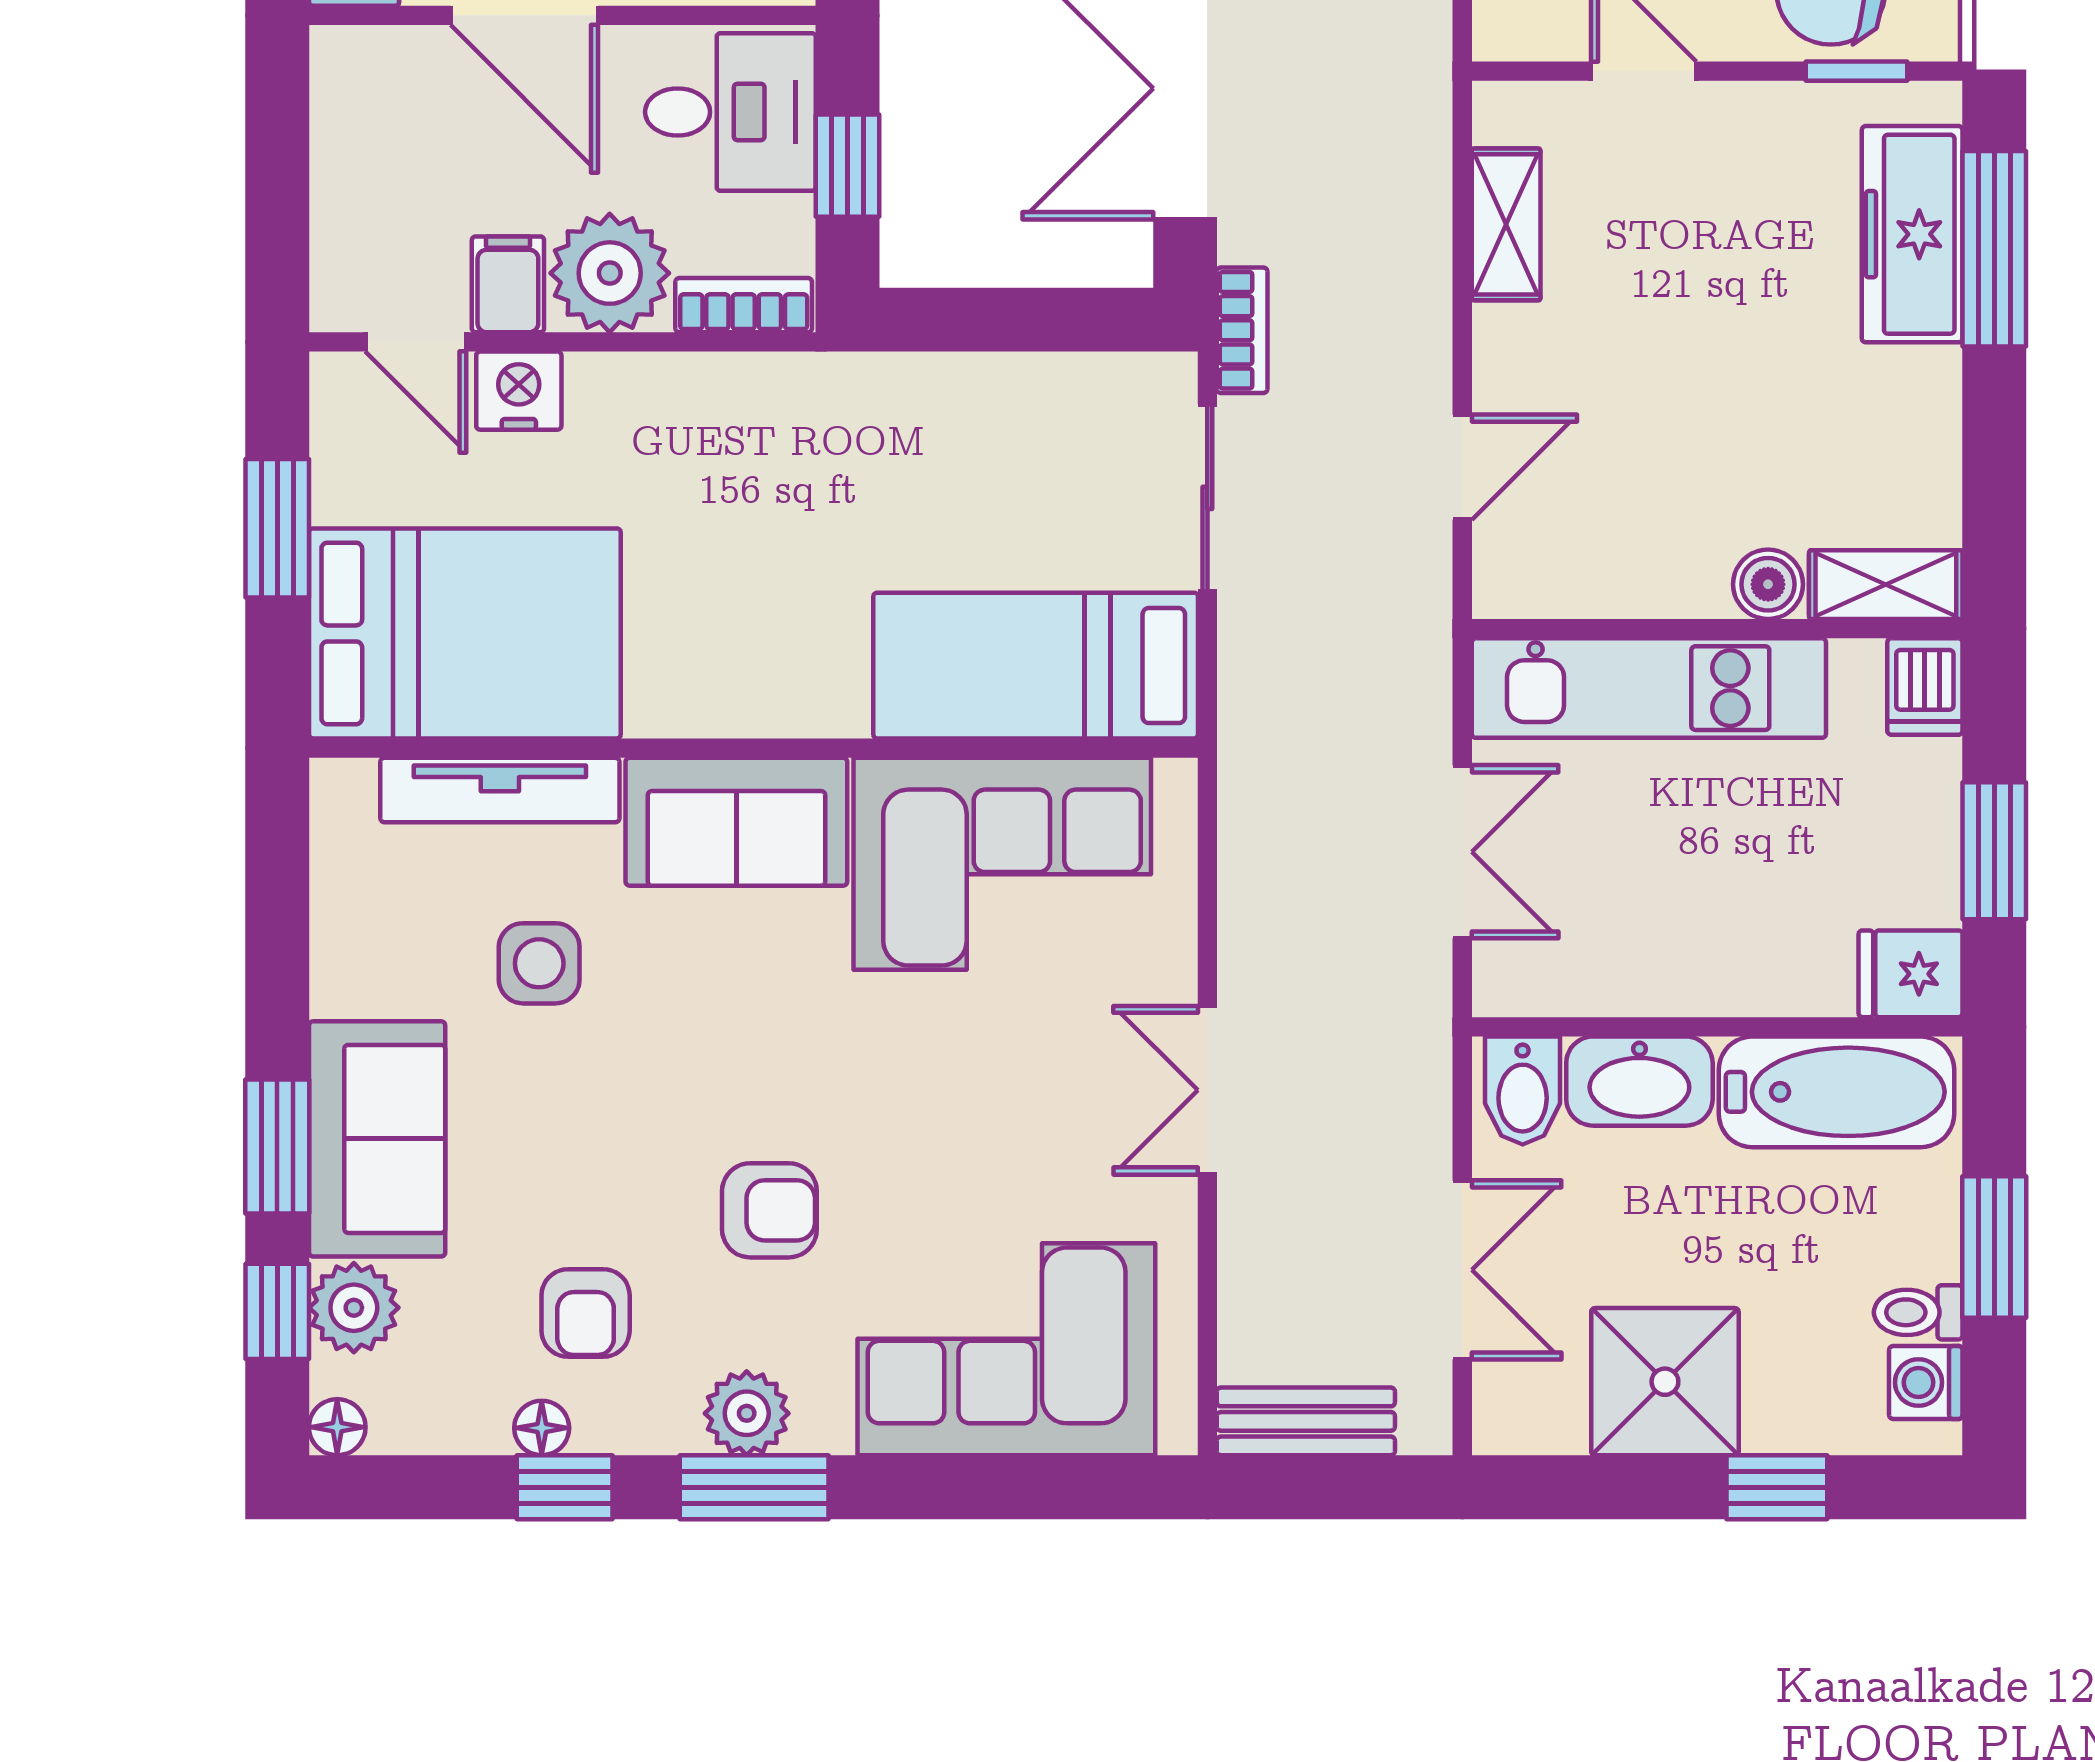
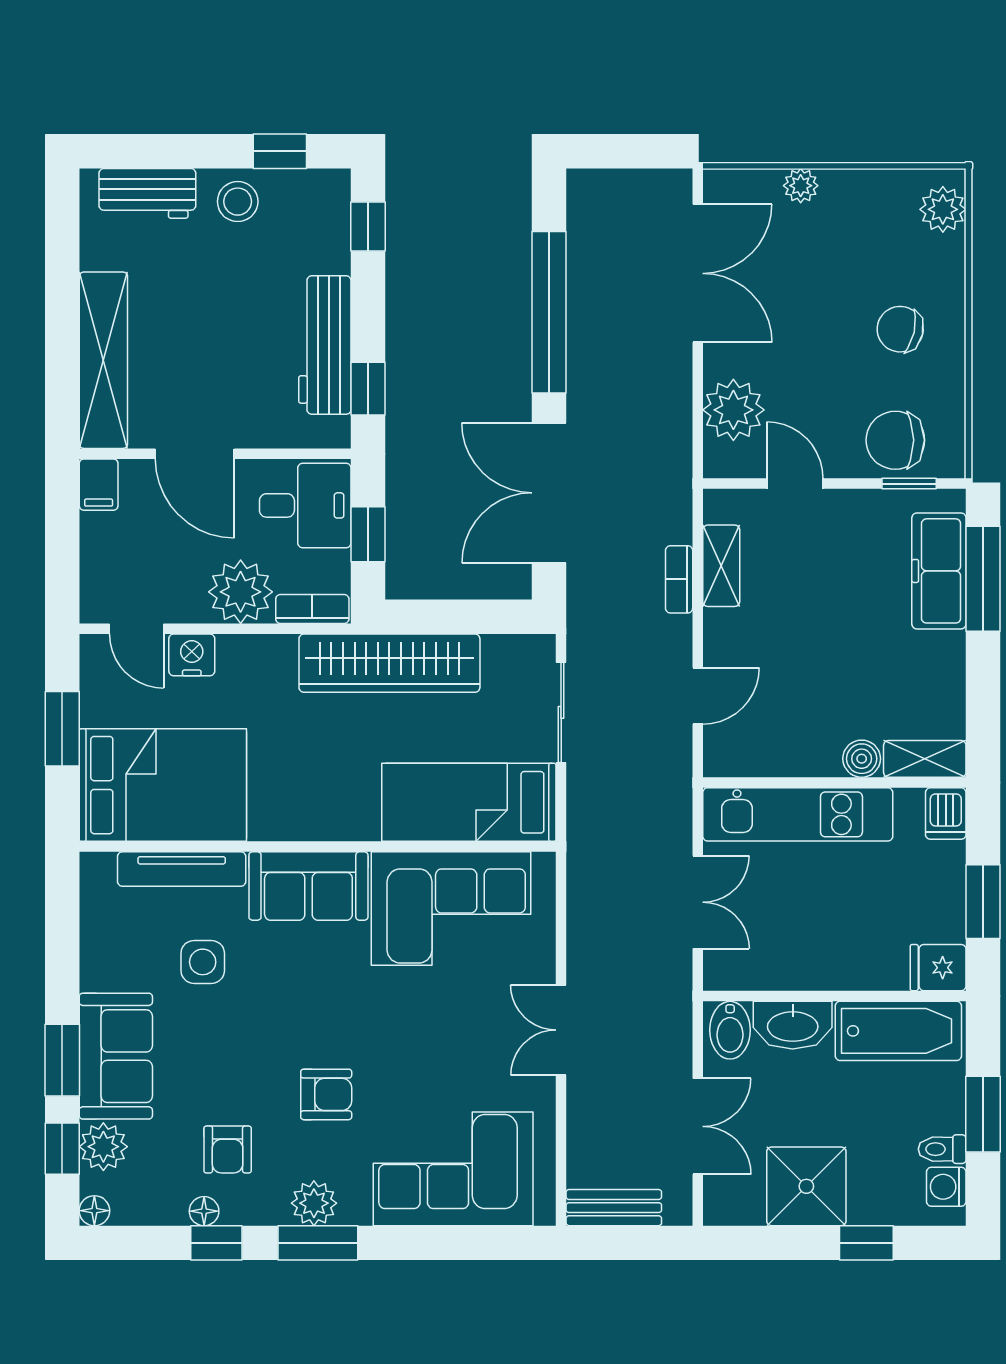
filing cabinet: (508, 284) -> (99, 485), moved, turned 180
bookcase: (1242, 330) -> (679, 579), moved, turned 180
wardrobe: (888, 406) -> (389, 663), added

